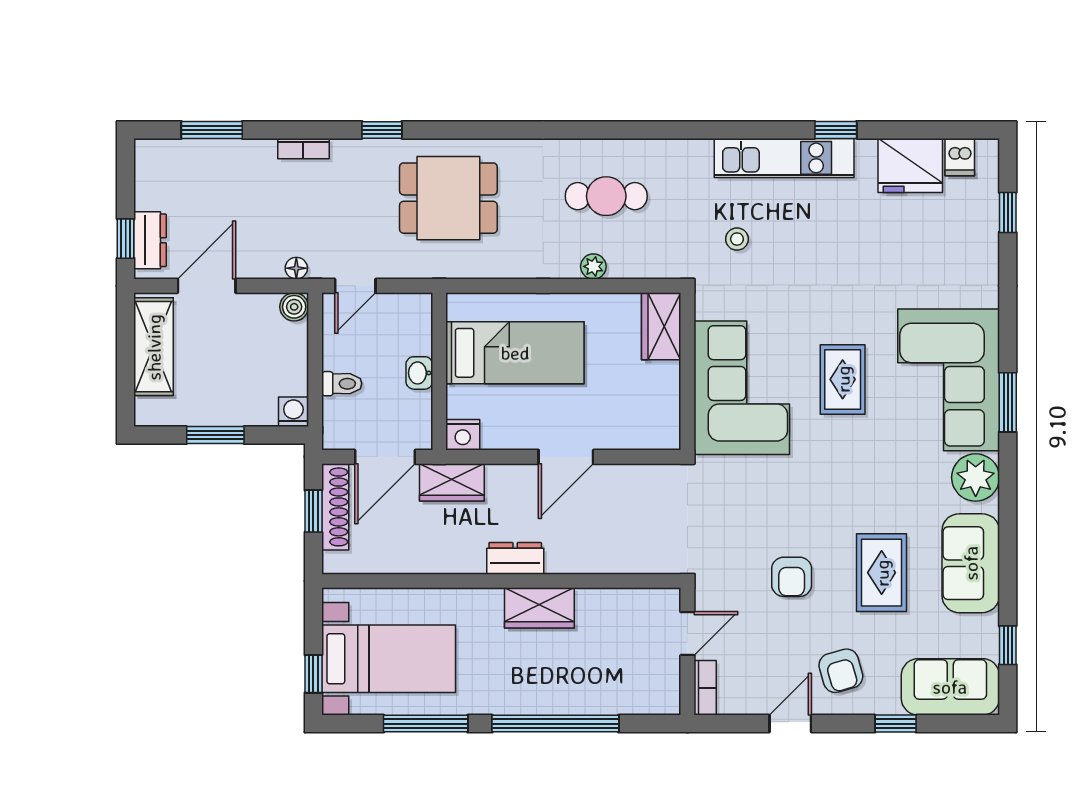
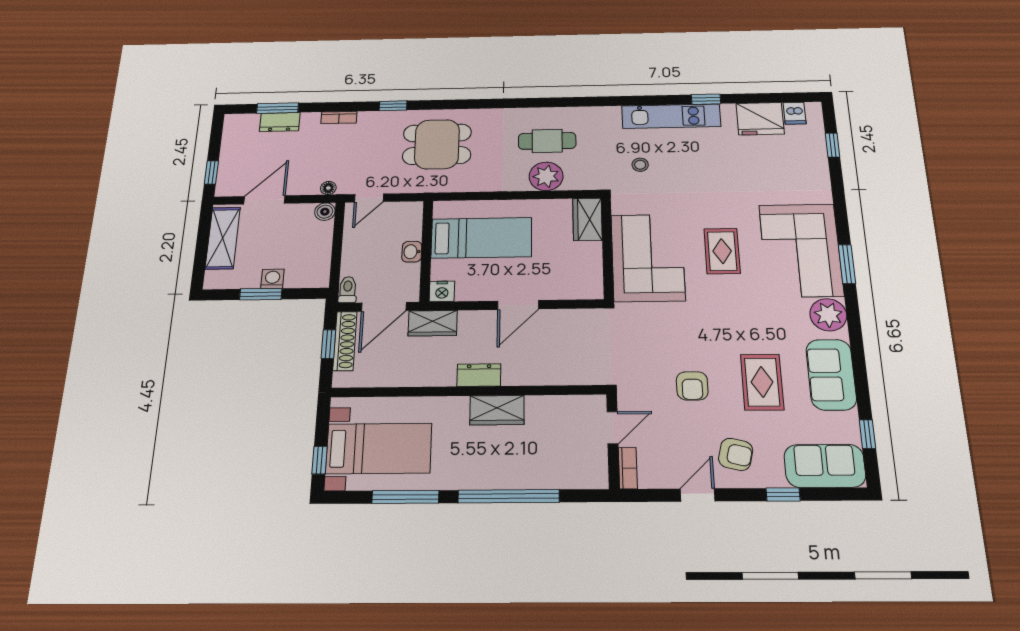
dresser: (150, 240) -> (280, 122), moved, turned 90
plant: (593, 266) -> (546, 176), width x1.88, depth x1.88
toilet: (342, 384) -> (348, 290), moved, turned -90
washing machine: (293, 412) -> (272, 279), moved
armchair: (841, 671) -> (736, 454), turned -60

